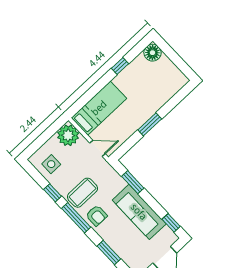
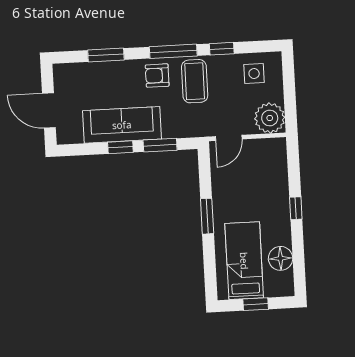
floor lamp: (153, 53) -> (281, 258), moved
window: (175, 58) -> (256, 304), added
window: (120, 66) -> (296, 208), moved
bed: (99, 108) -> (244, 261), moved, turned 180
window: (171, 223) -> (120, 147), moved

